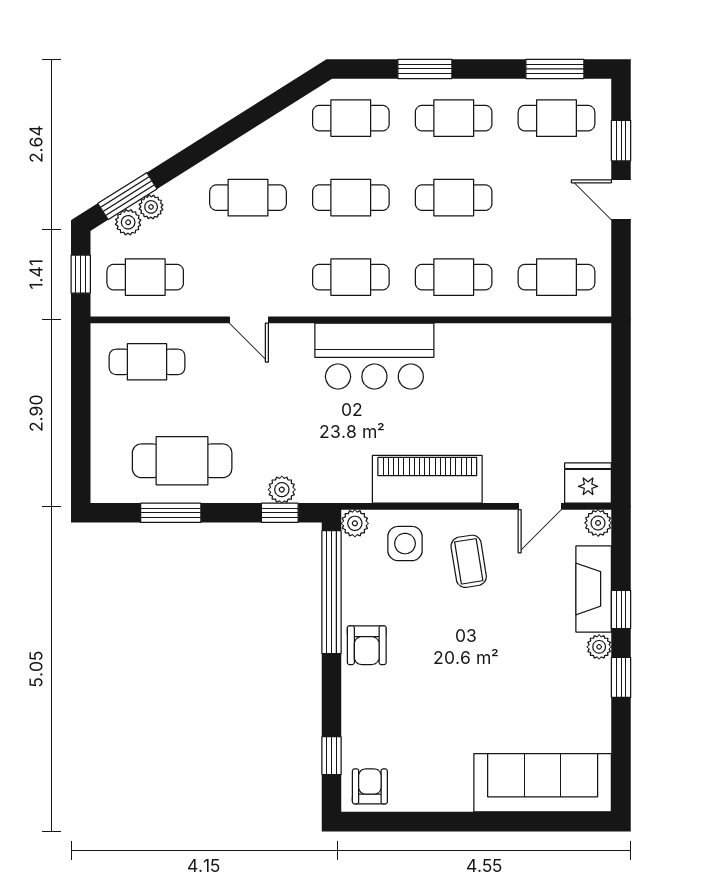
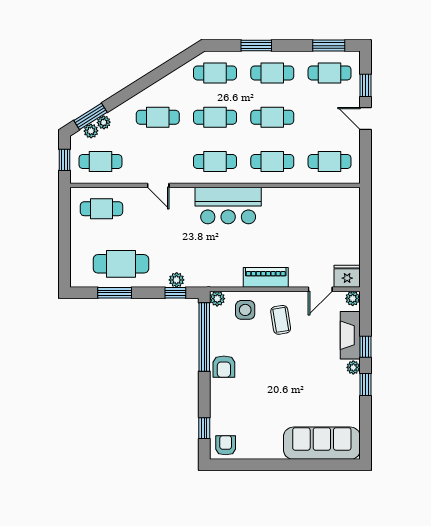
piano: (427, 479) -> (266, 277), width x0.73, depth x0.75

